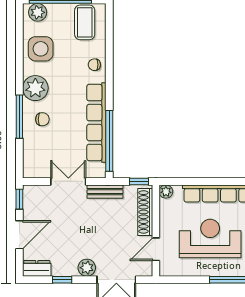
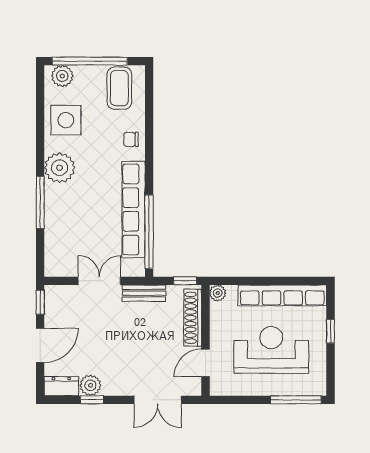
chair: (42, 119) -> (68, 205), removed
plant: (87, 268) -> (90, 385), moved

